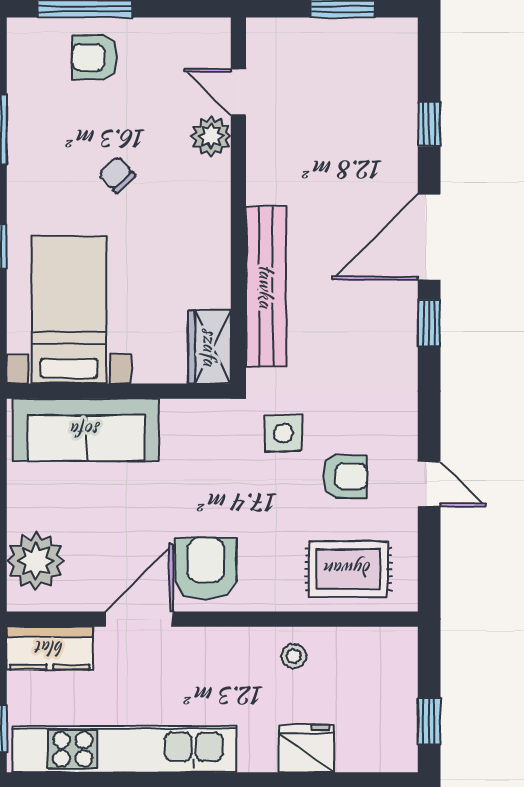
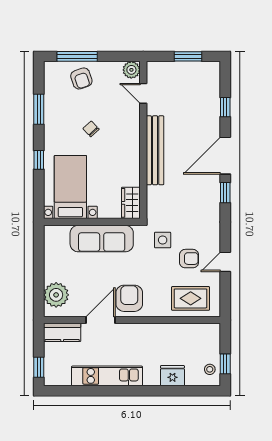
armchair: (95, 58) -> (81, 78), turned -109
plant: (211, 136) -> (131, 70), moved
bench: (266, 286) -> (155, 150), moved
sofa: (86, 430) -> (102, 239), moved
door: (429, 484) -> (225, 262), swing flipped
stool: (294, 656) -> (210, 369), moved
kitchen unit: (124, 749) -> (107, 376), width x0.73

